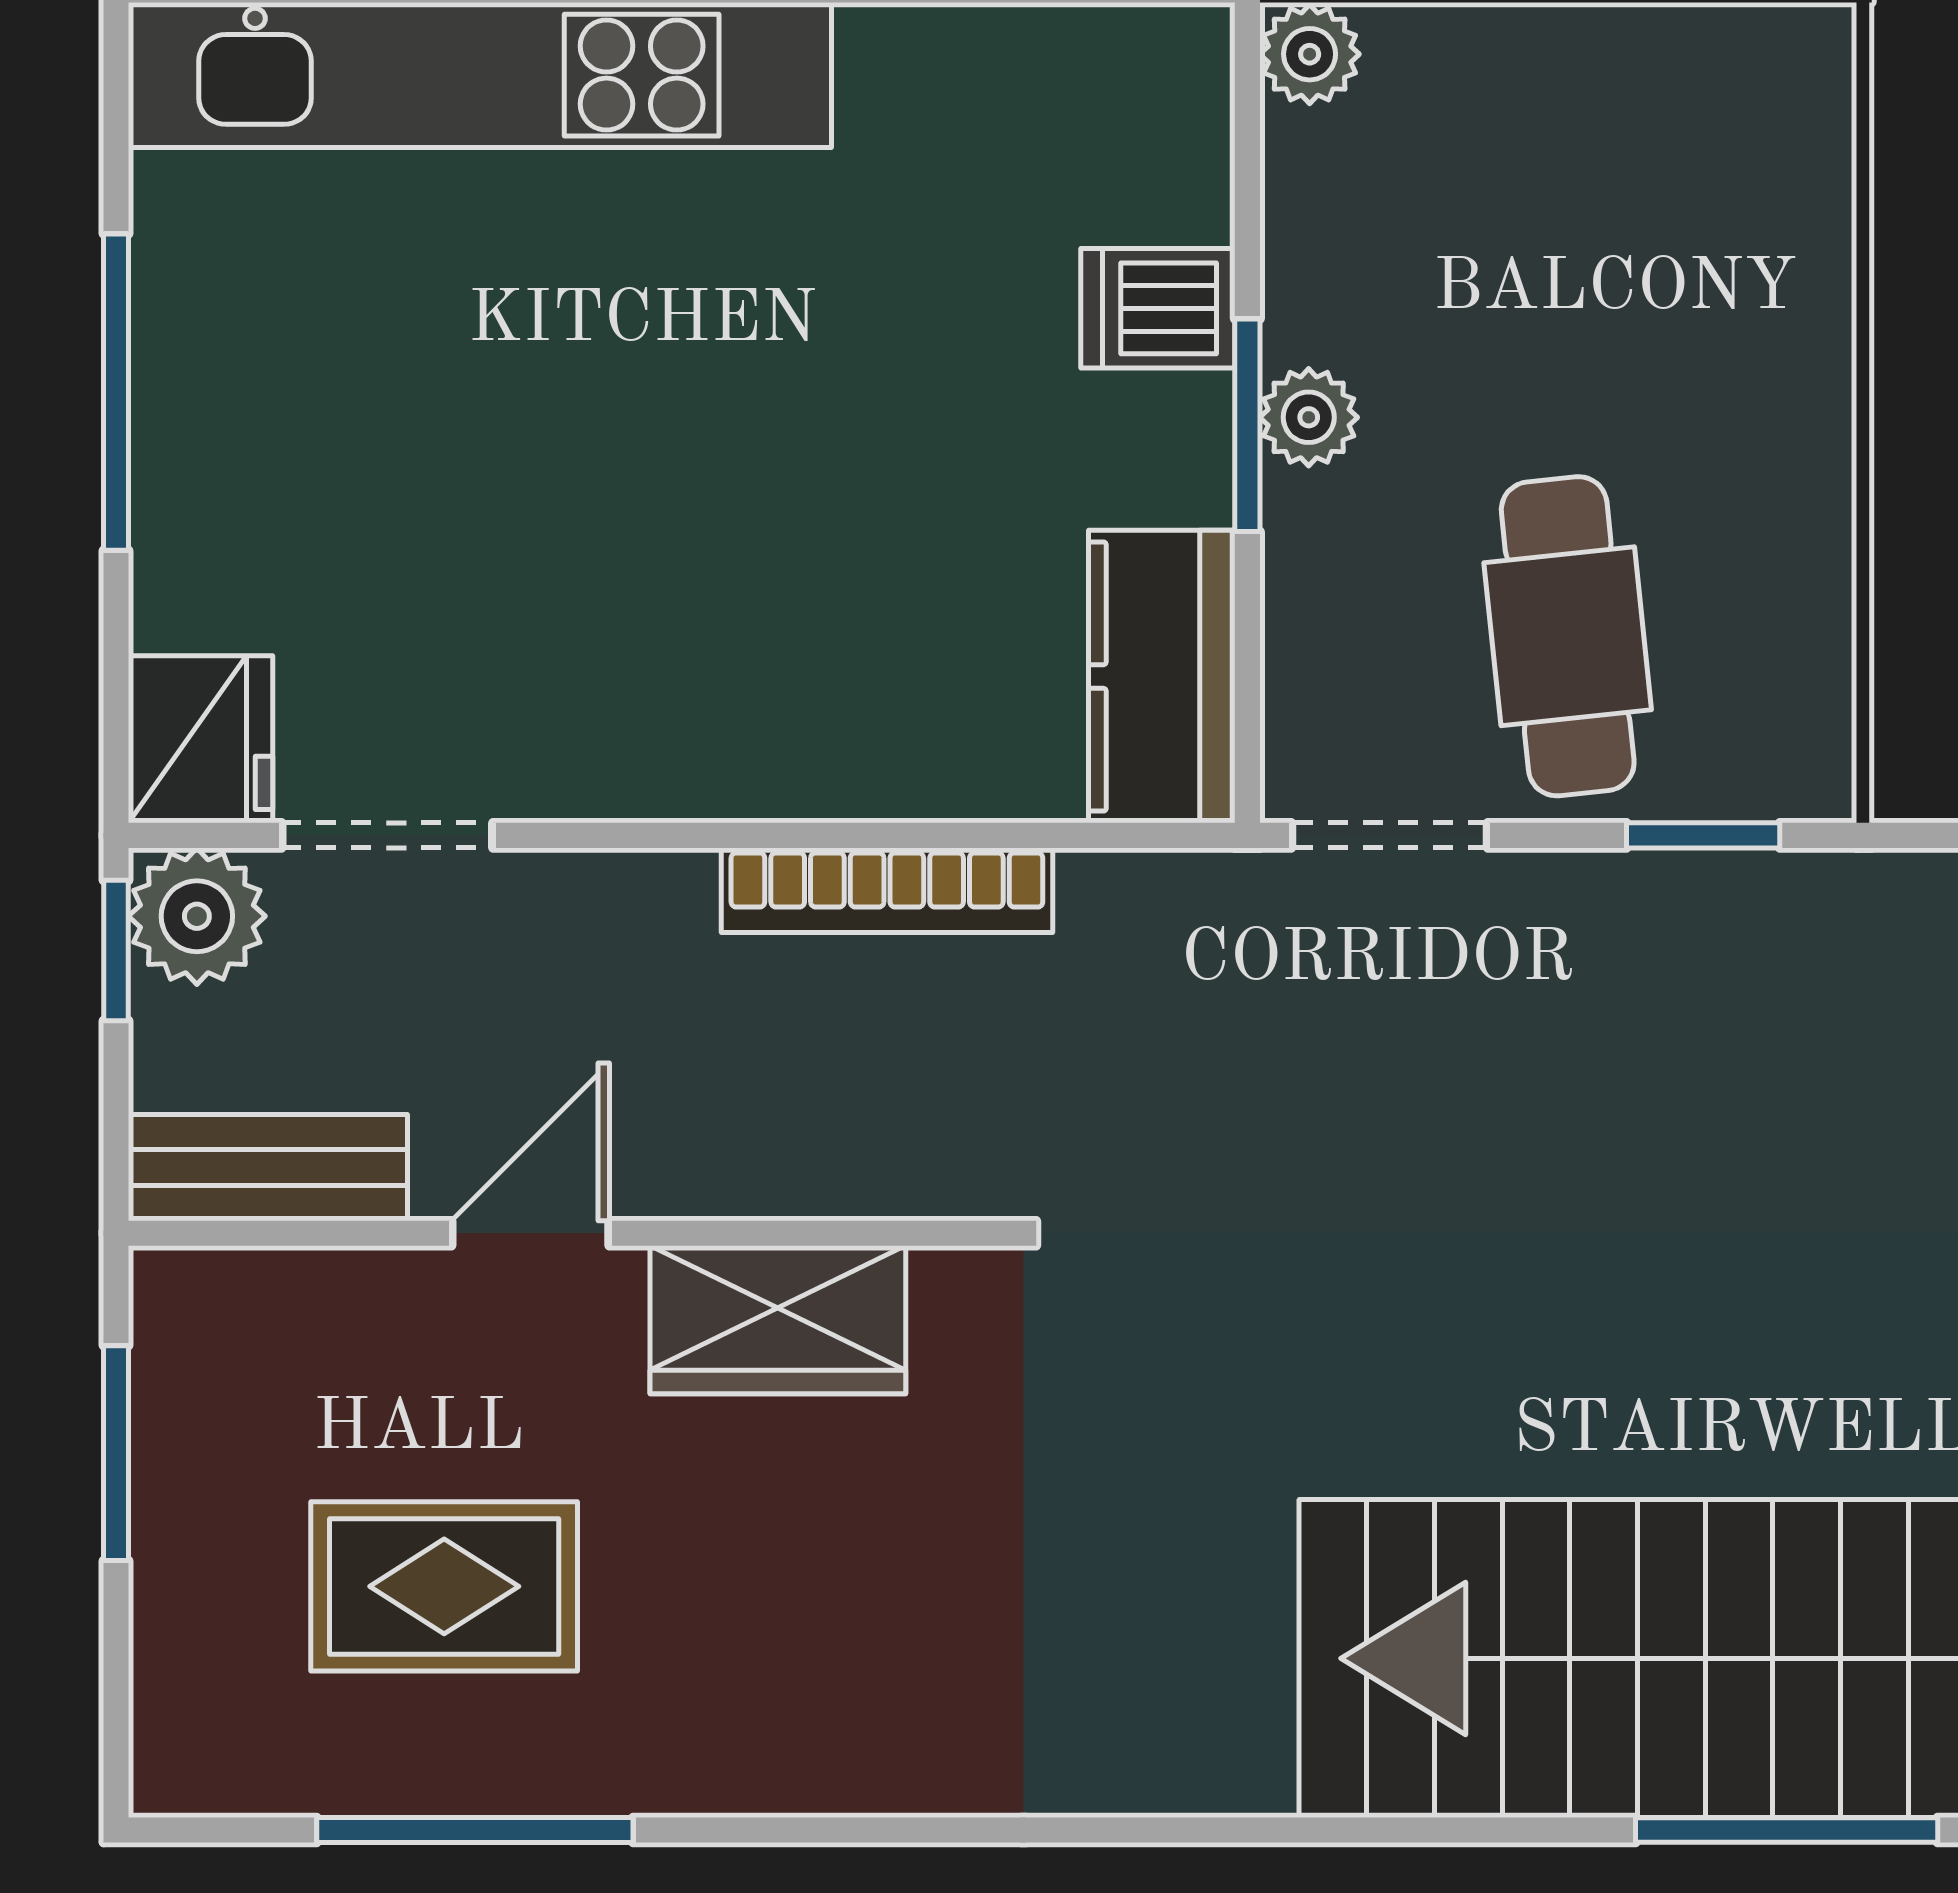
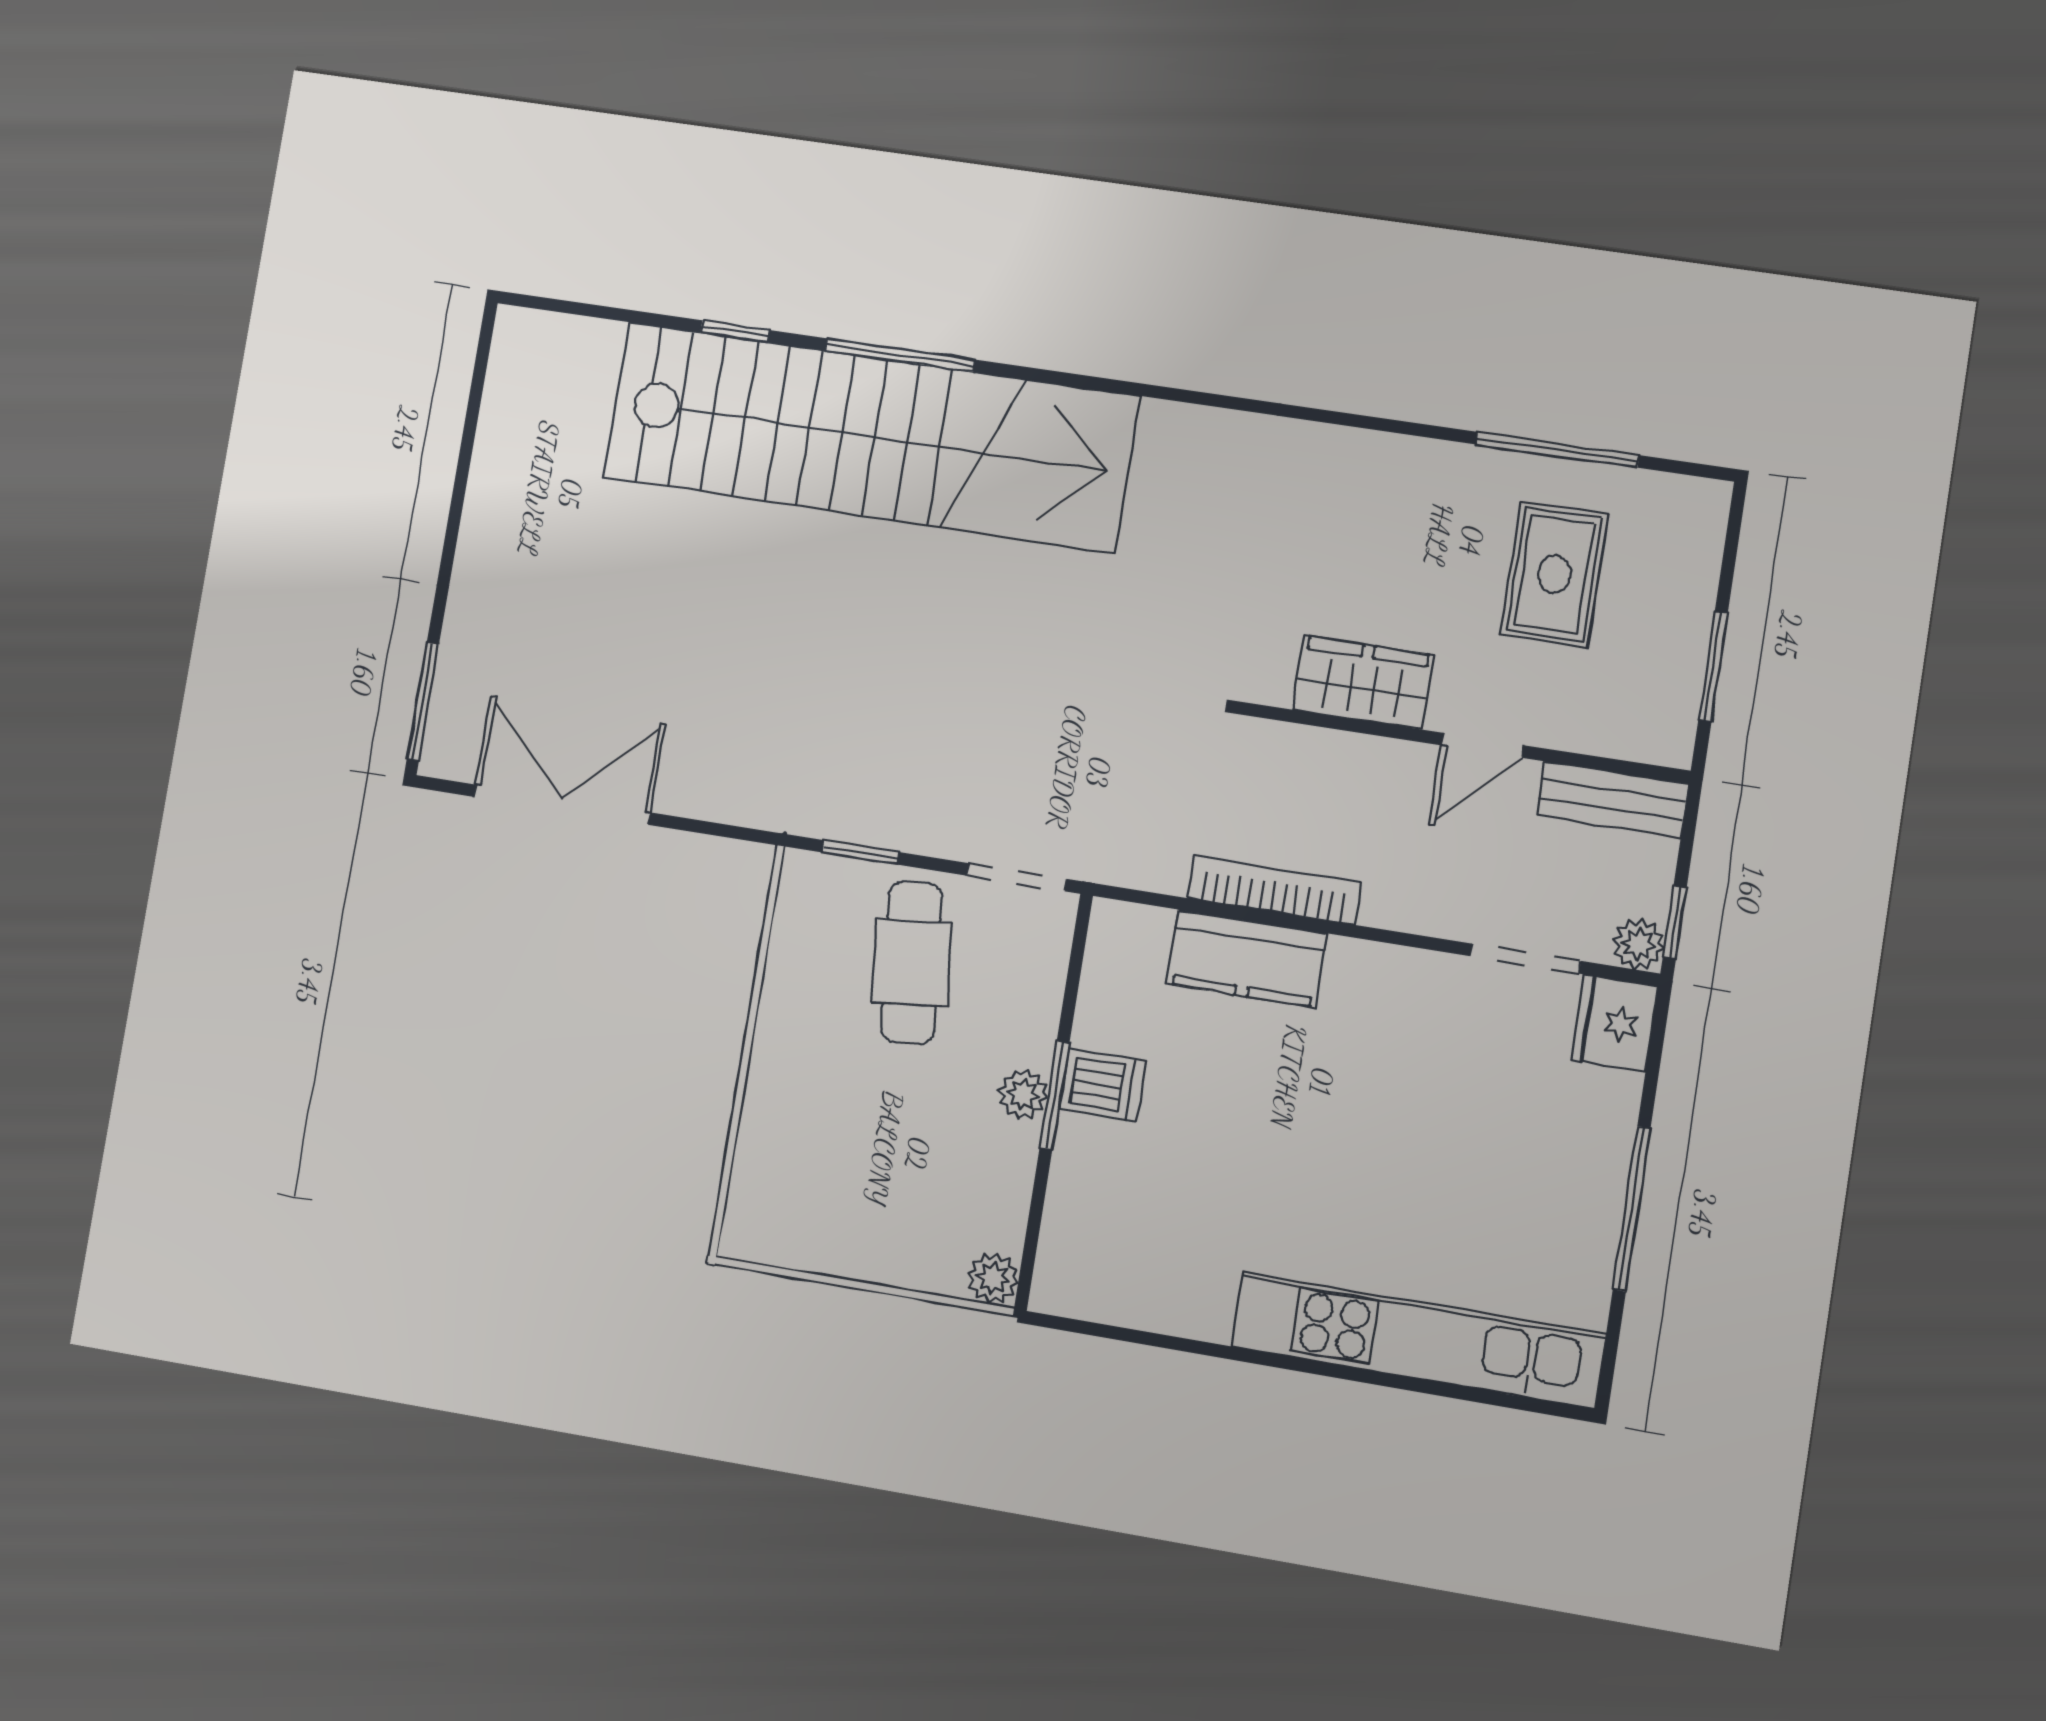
dishwasher: (1158, 308) -> (1103, 1085), moved
kitchen counter: (1162, 677) -> (1247, 958), moved, turned 90
plant: (197, 916) -> (1638, 944), width x0.73, depth x0.73
rug: (444, 1586) -> (1554, 574), turned 90

